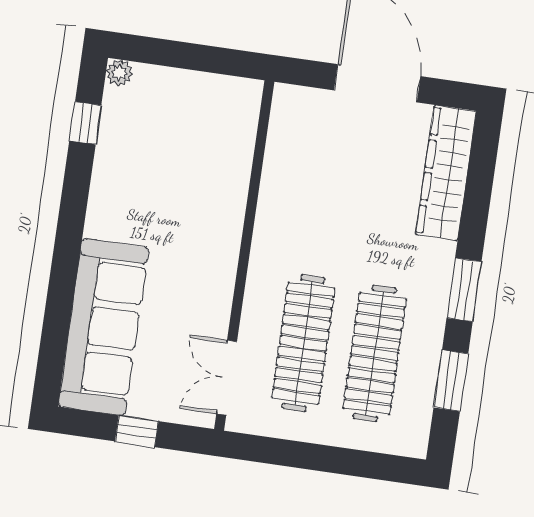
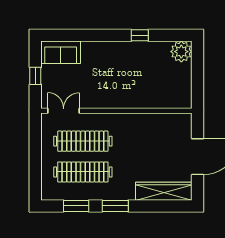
plant: (119, 73) -> (181, 52), width x1.87, depth x1.87
window: (85, 123) -> (140, 35), moved
sofa: (103, 327) -> (61, 52), width x0.54, depth x0.79

